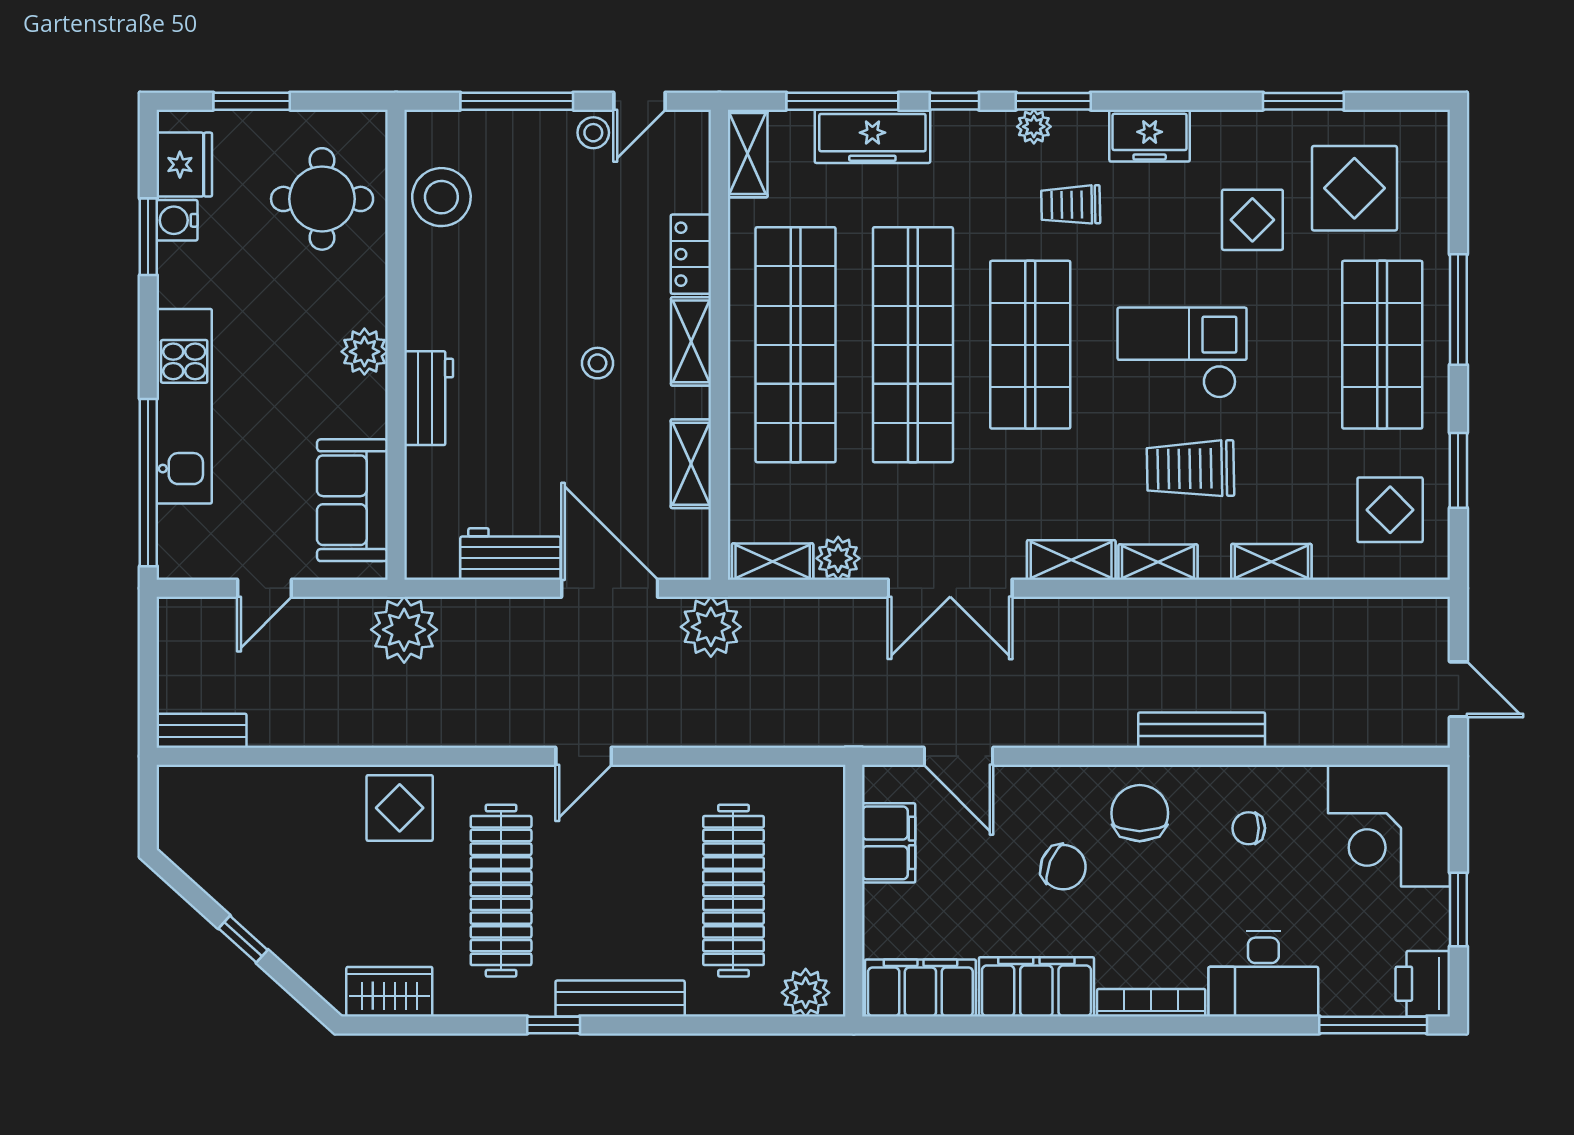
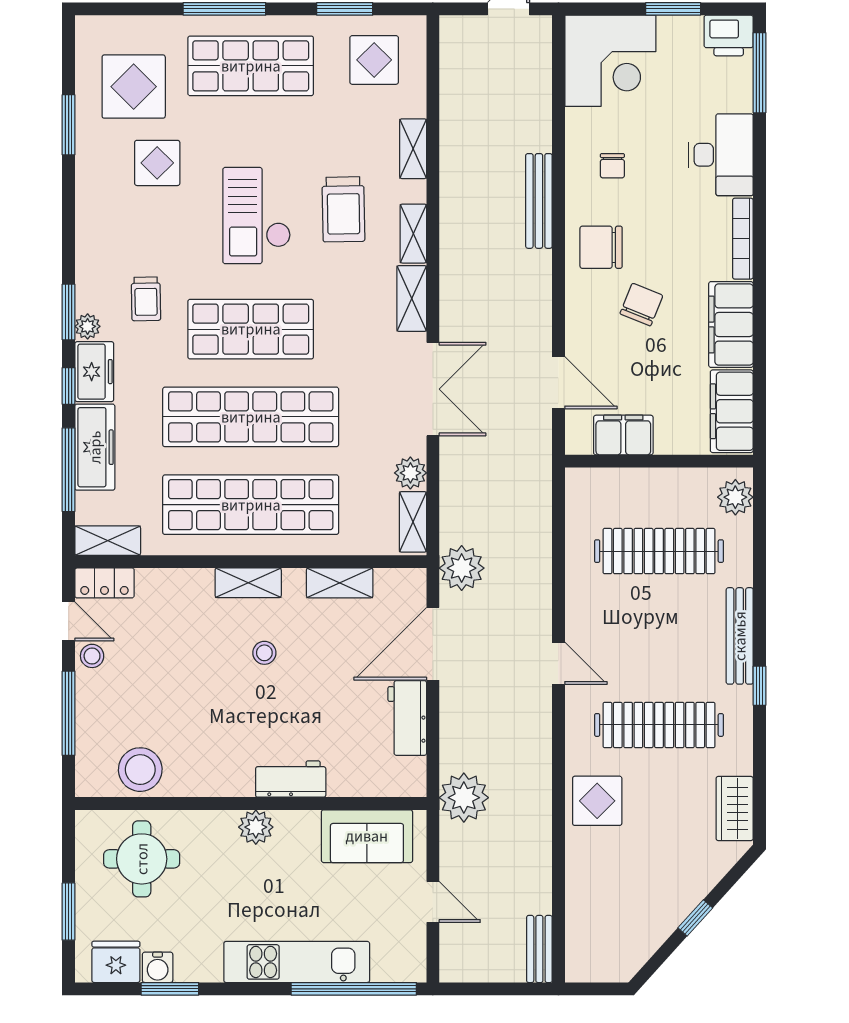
freezer: (1150, 136) -> (94, 372), moved
locker: (691, 254) -> (104, 583), moved
door: (959, 756) -> (558, 383), hinge flipped

